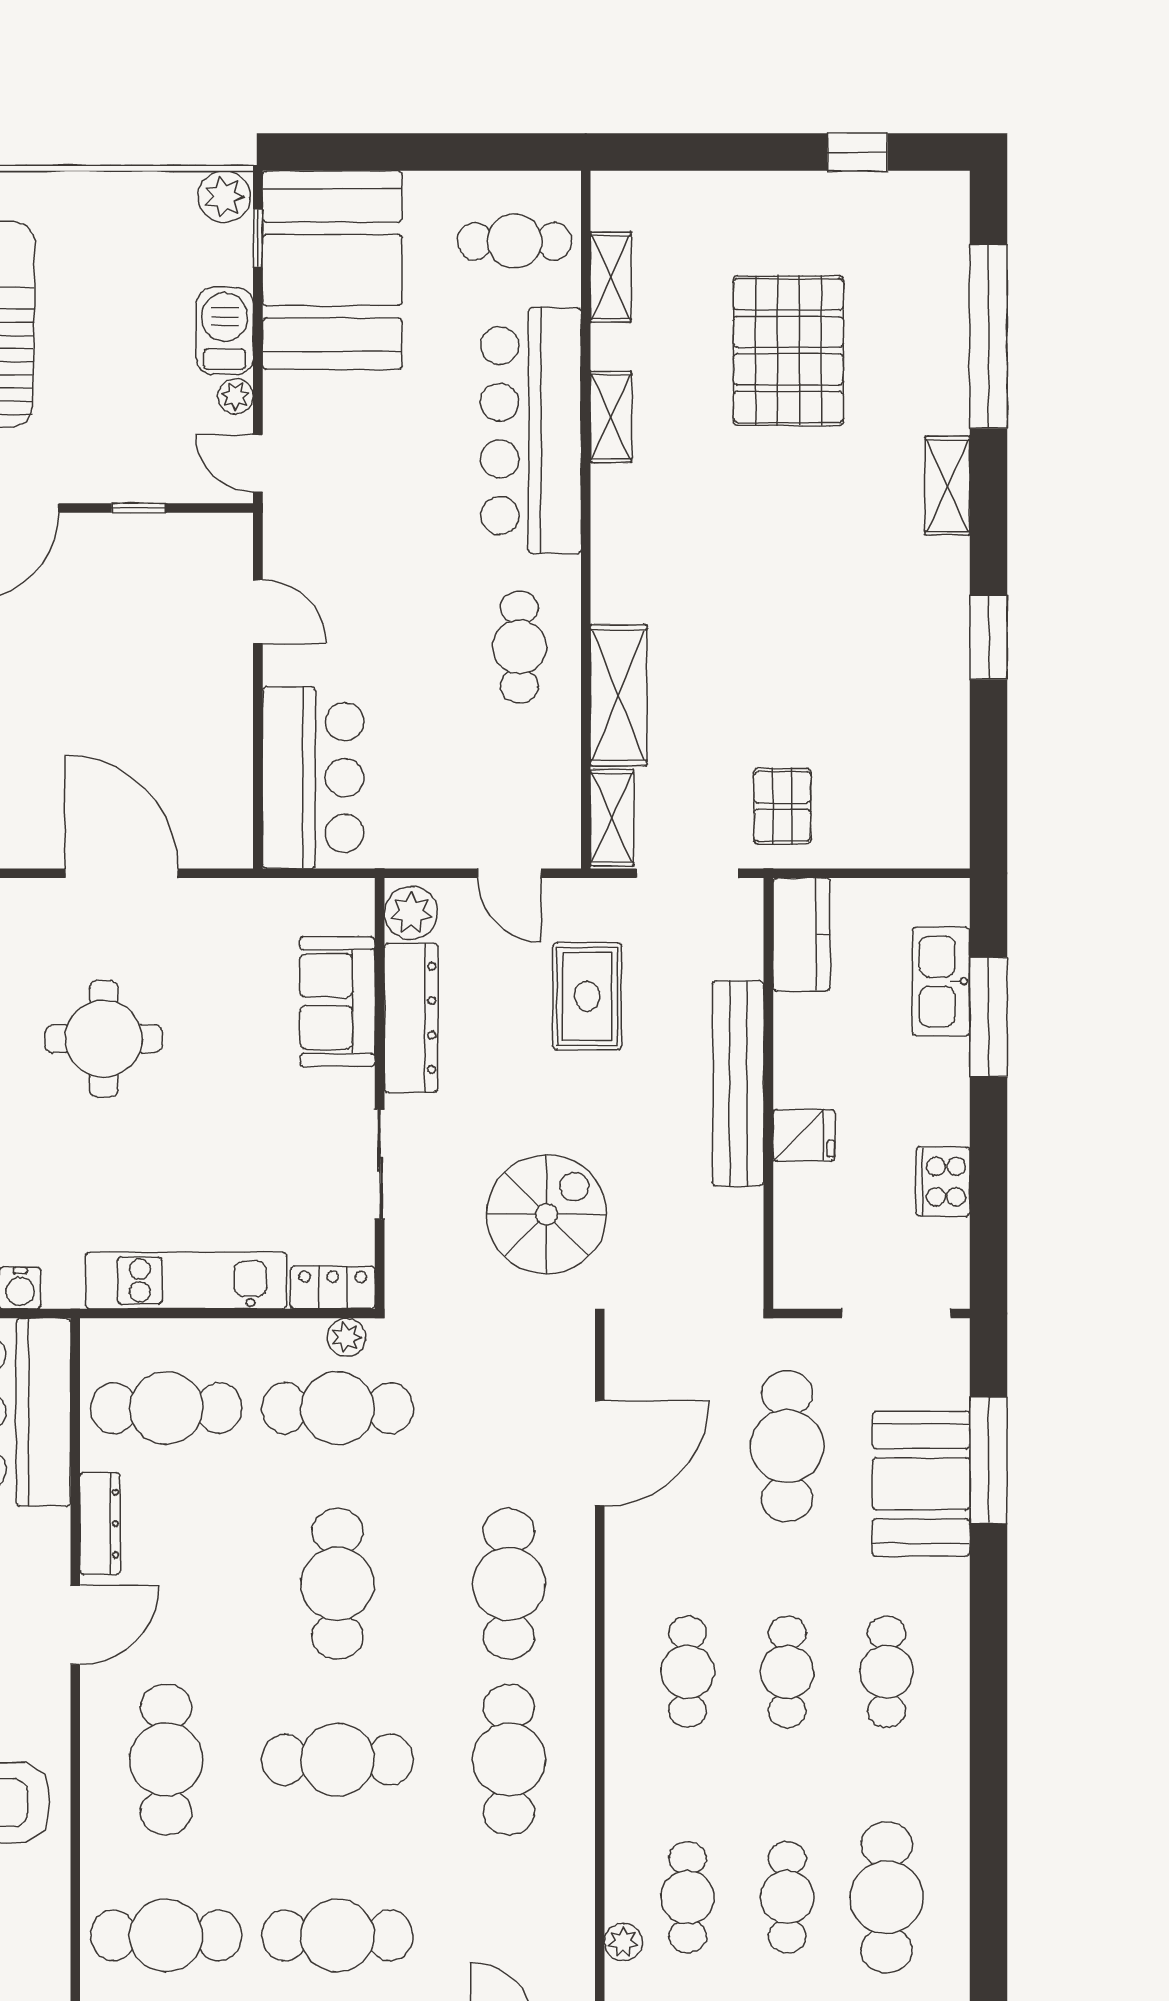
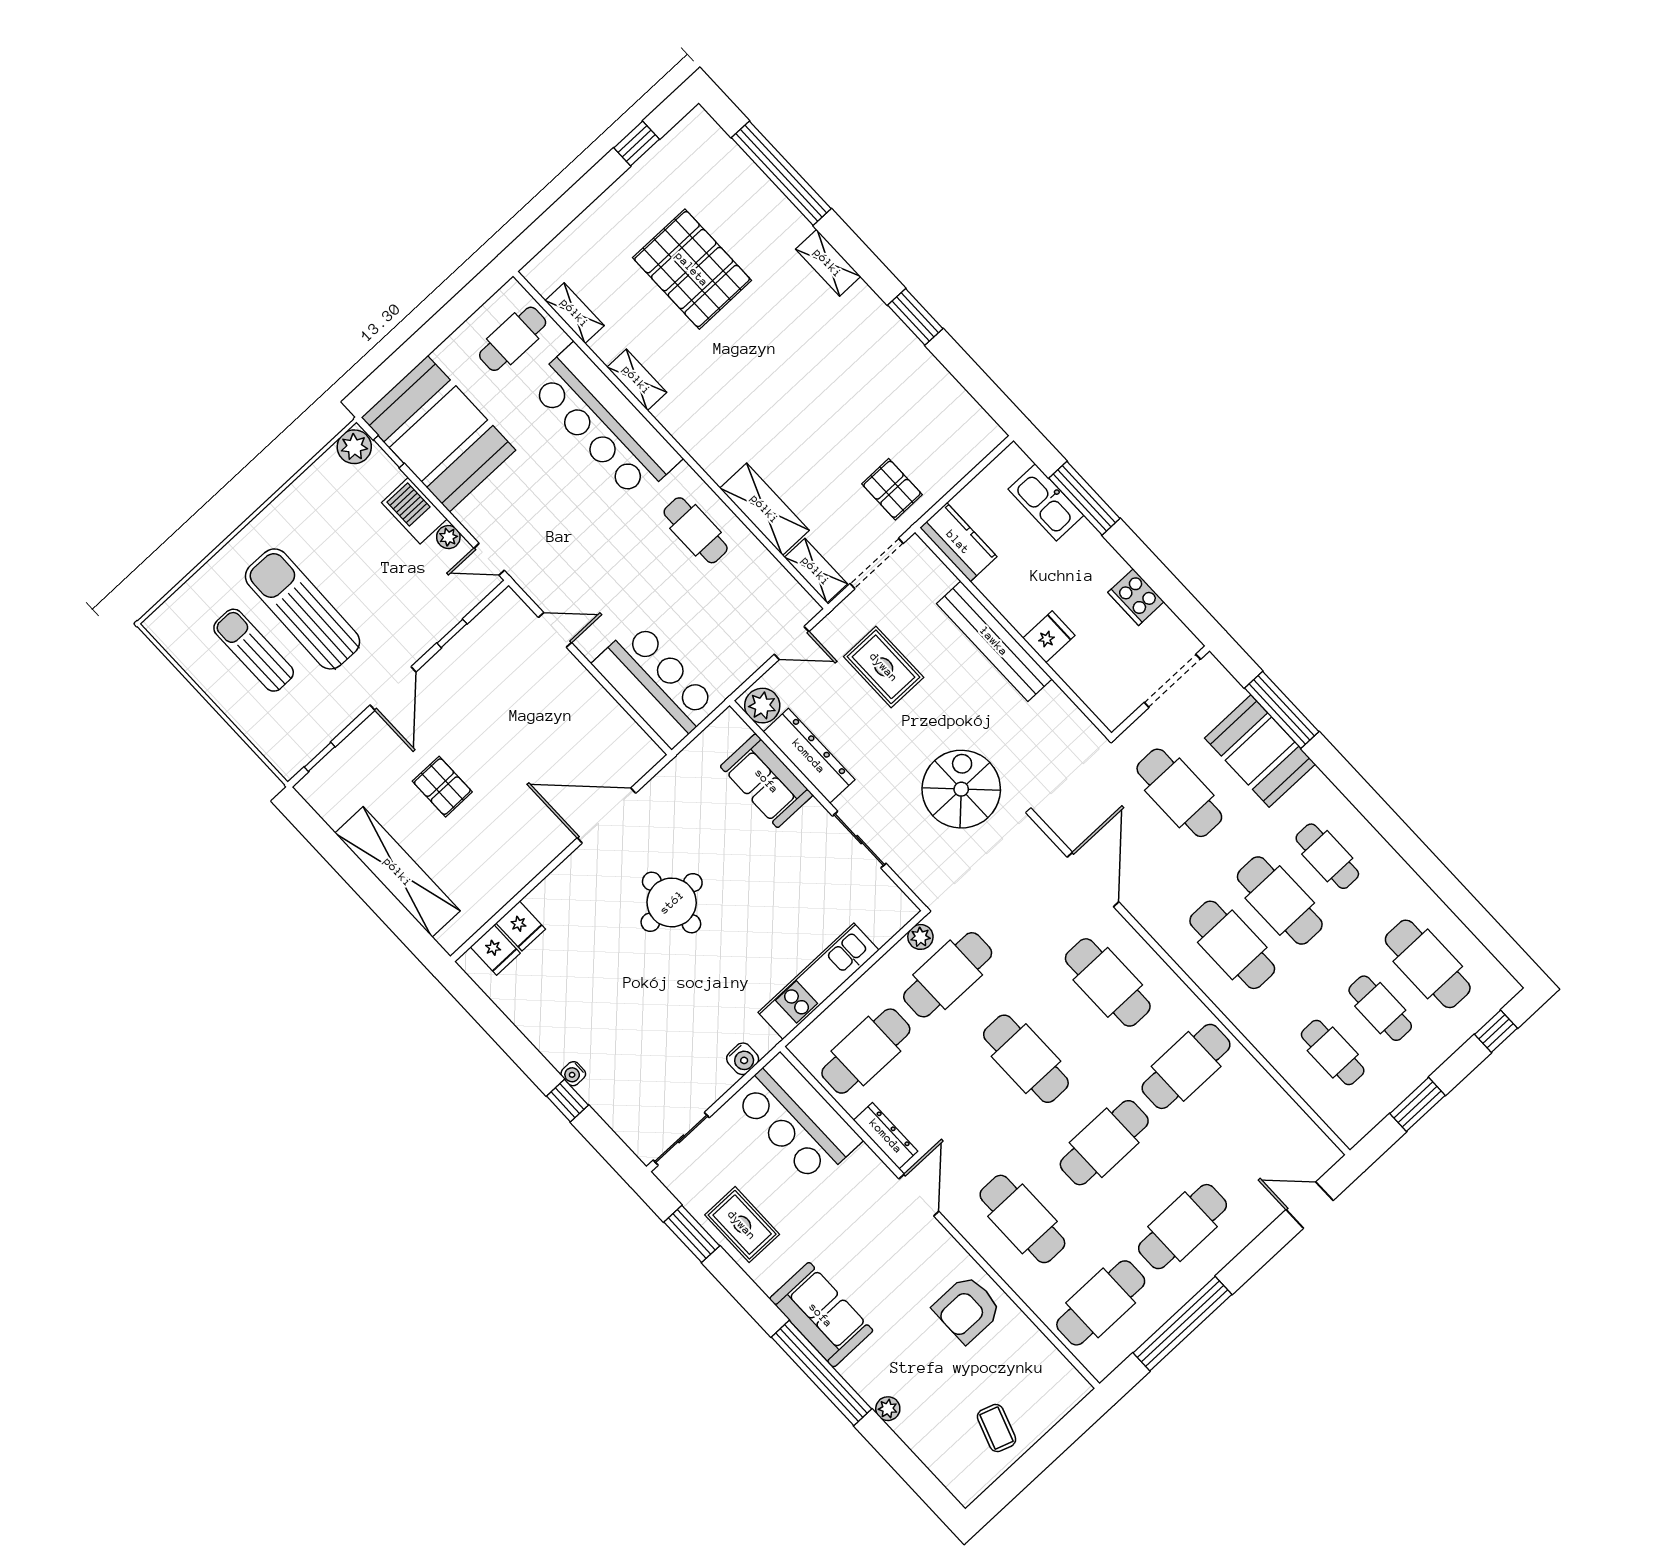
locker: (333, 1287) -> (892, 919), removed
cafe table: (688, 1672) -> (1232, 945), width x1.37, depth x1.35
cafe table: (787, 1672) -> (1280, 901), width x1.37, depth x1.35
cafe table: (509, 1760) -> (1186, 1066), turned 90
plant: (623, 1942) -> (1322, 1102), removed

